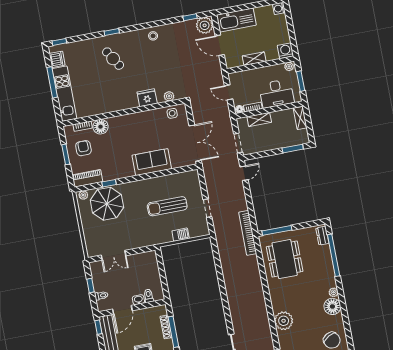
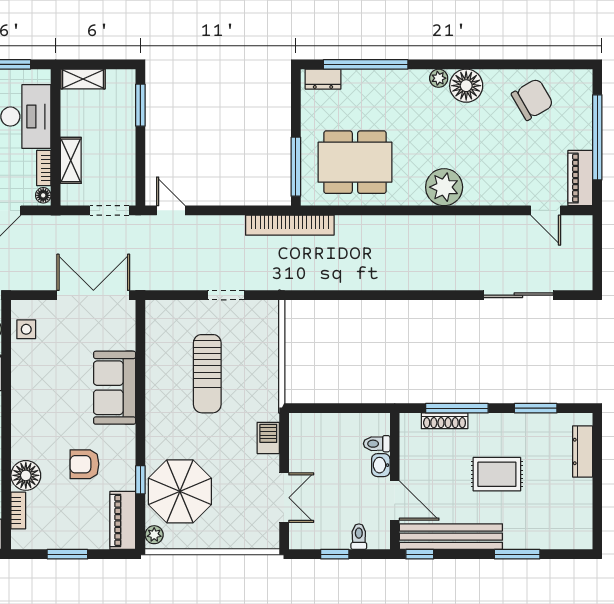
armchair: (83, 148) -> (84, 464), moved
barbecue: (181, 235) -> (268, 438), moved
plant: (284, 321) -> (444, 187), moved

